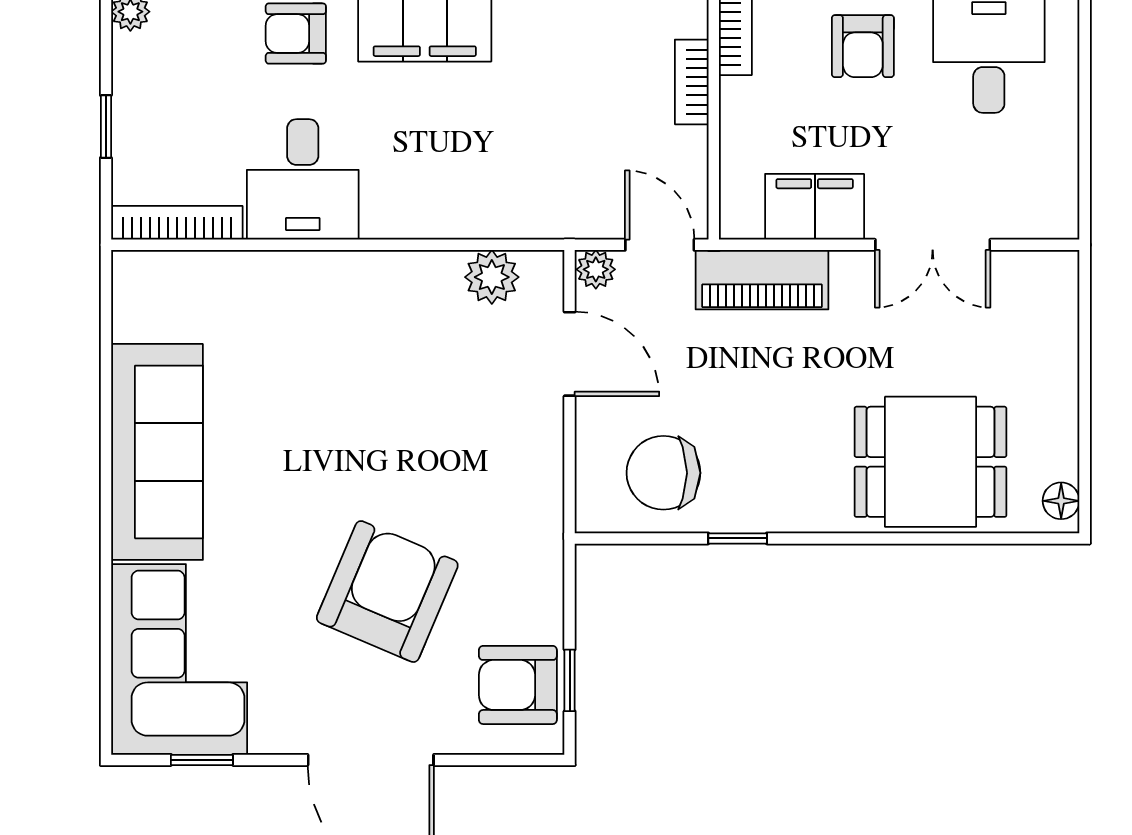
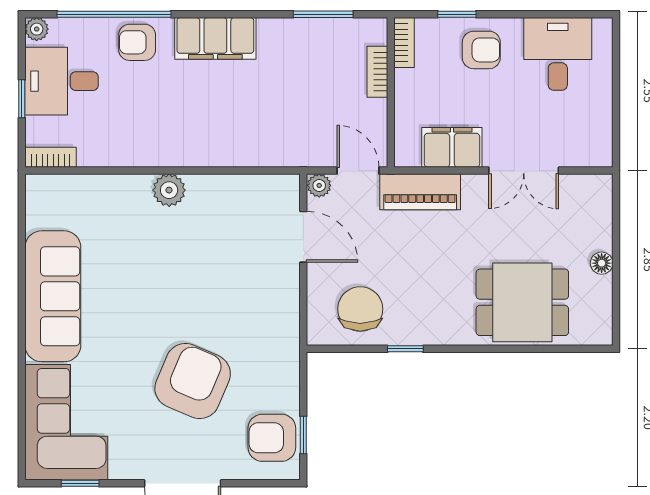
armchair: (863, 46) -> (481, 50), turned -90
desk: (303, 179) -> (62, 81), moved, turned 90
bookcase: (177, 223) -> (51, 157), width x0.64
plant: (492, 277) -> (169, 190), moved
chair: (663, 473) -> (360, 309), turned 90
floor lamp: (1061, 501) -> (602, 263), moved

